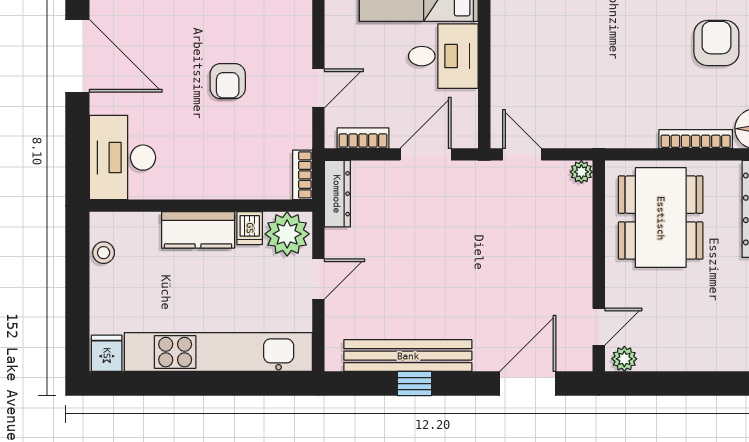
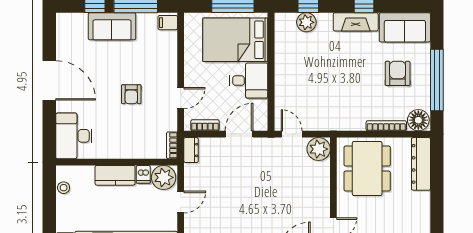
plant: (581, 172) -> (319, 149), width x1.88, depth x1.88
dresser: (337, 194) -> (191, 150), width x0.70

